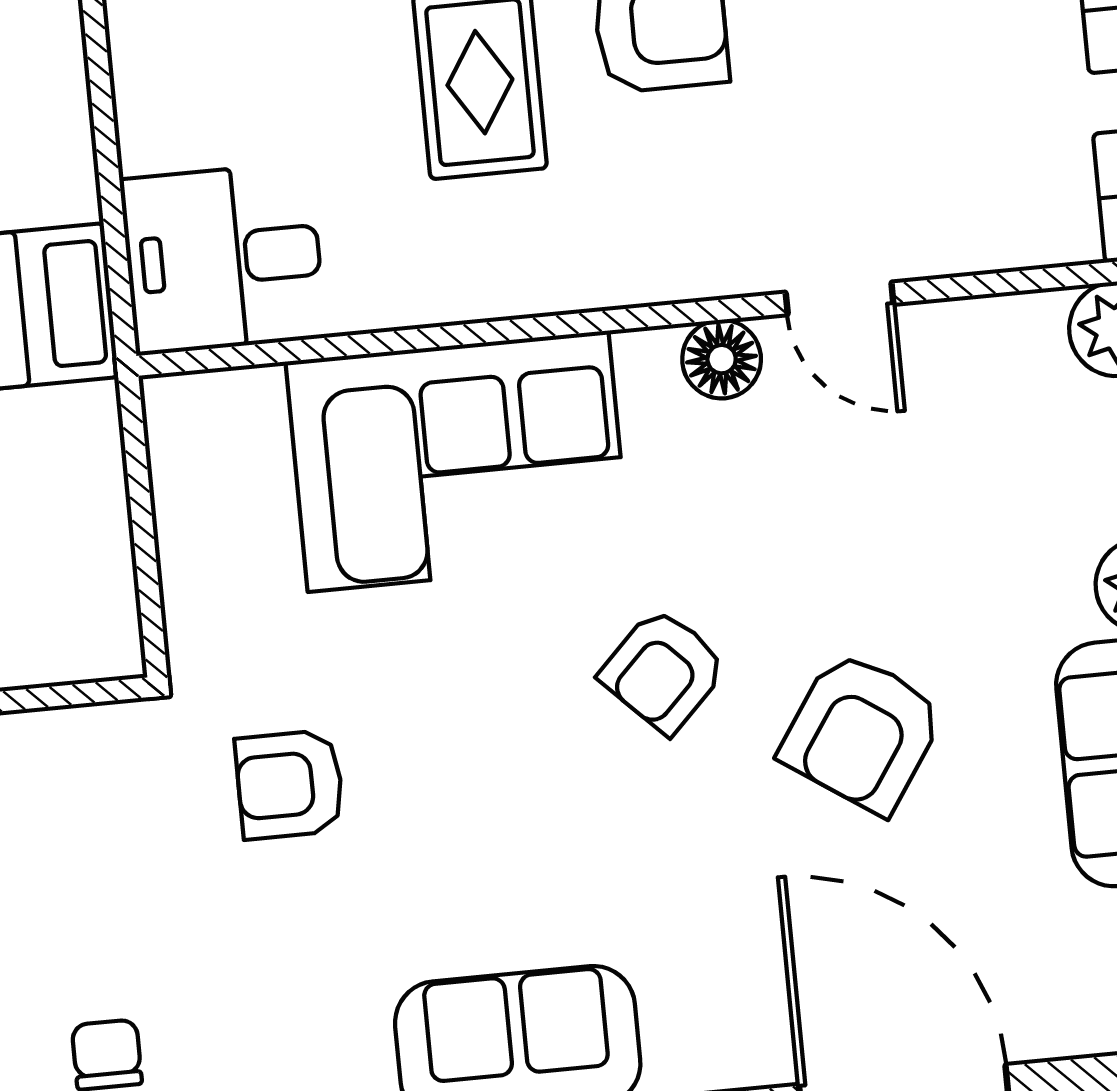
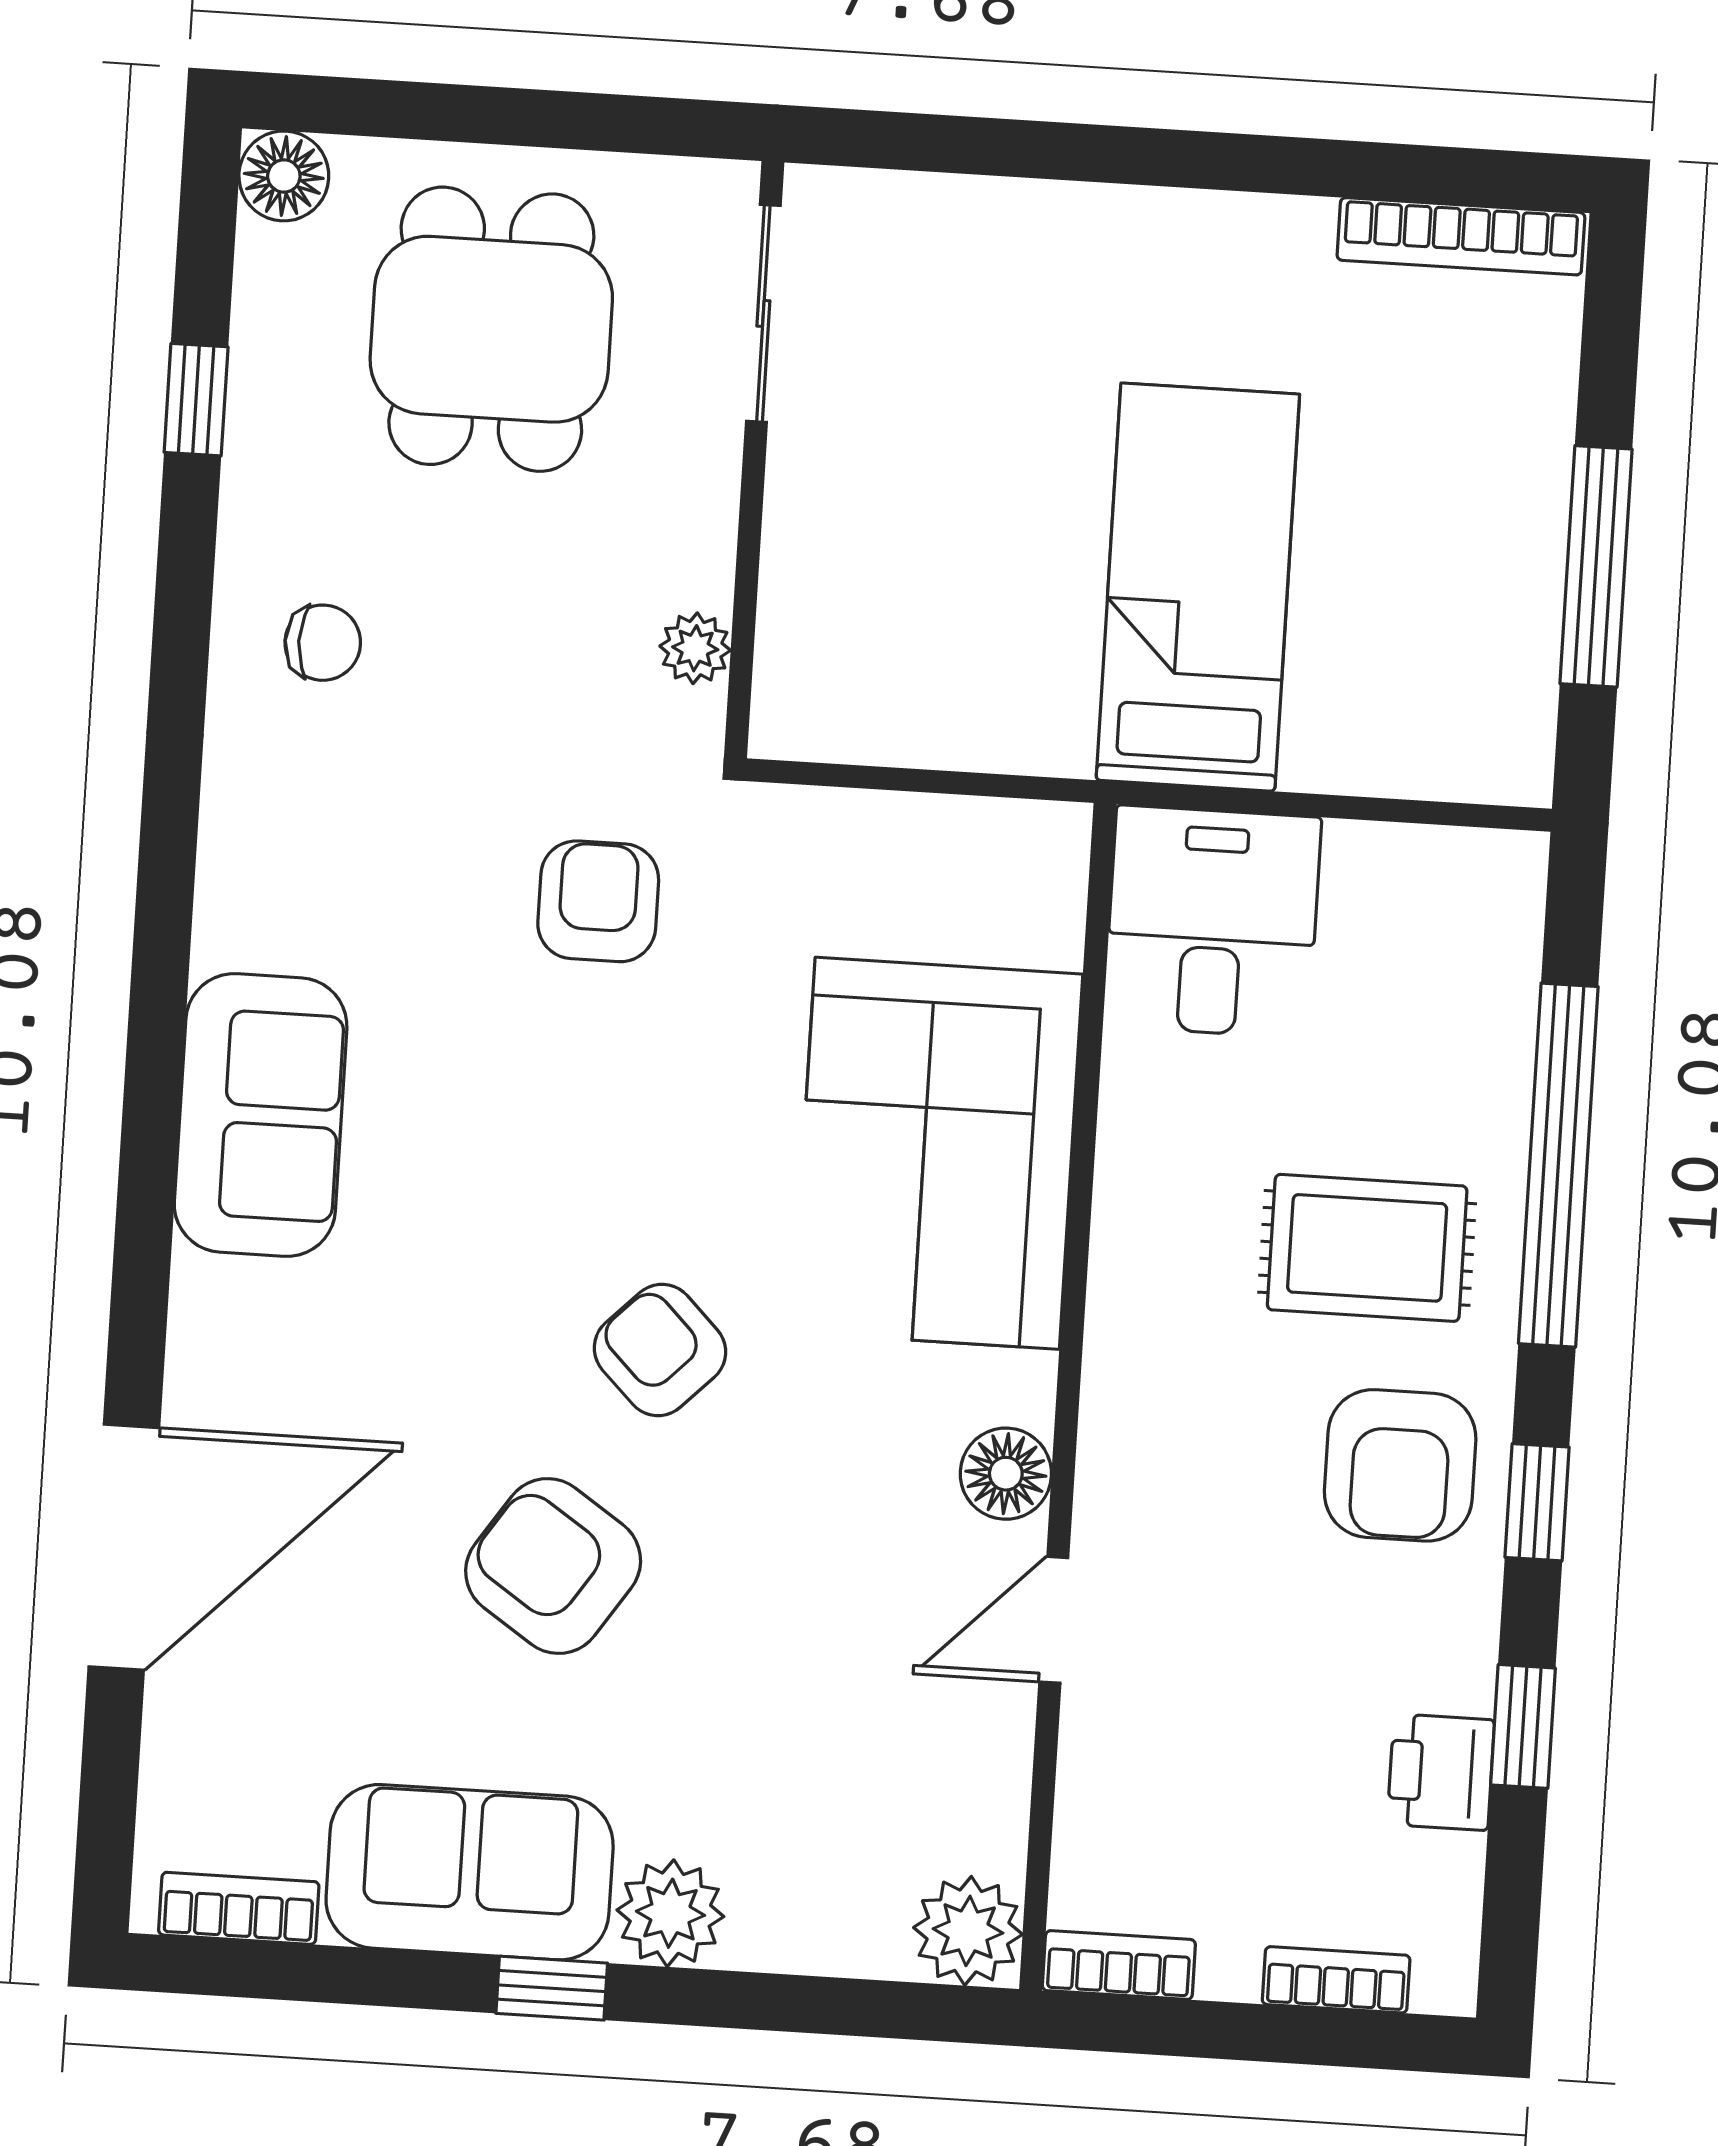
plant: (61, 736) -> (695, 648), added

